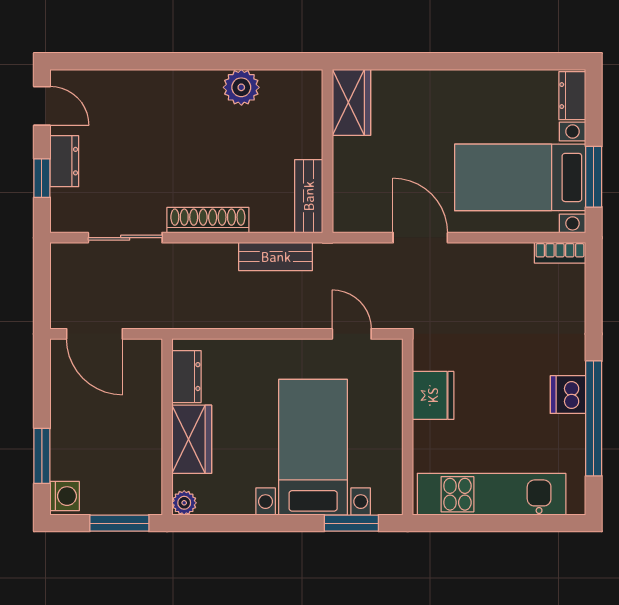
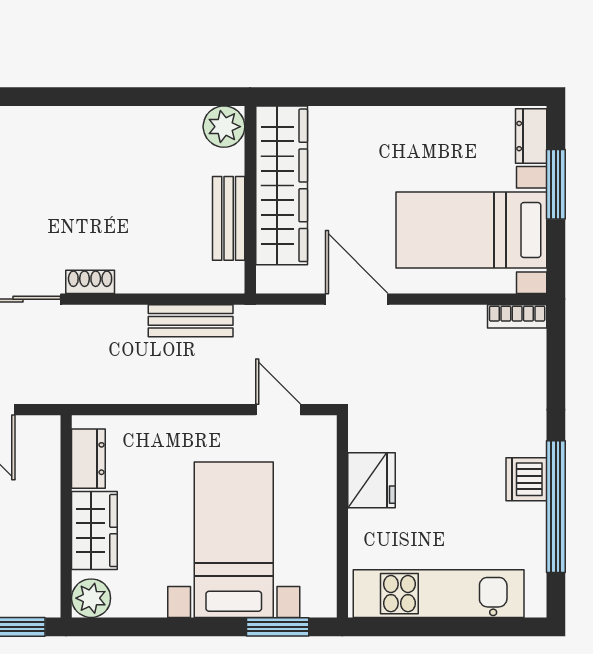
plant: (241, 87) -> (224, 127), moved
wardrobe: (351, 102) -> (282, 185), width x2.10, depth x1.17
window: (594, 177) -> (556, 184), moved
bench: (309, 196) -> (229, 218), moved
shoe rack: (208, 220) -> (90, 282), width x0.51, depth x0.81
plant: (184, 503) -> (91, 598), width x1.38, depth x1.38

